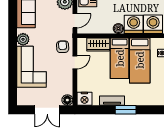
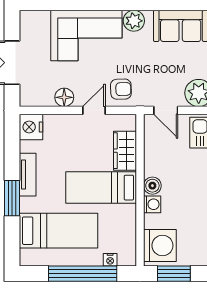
washing machine: (134, 24) -> (152, 204), width x0.53, depth x0.53
bed: (140, 60) -> (59, 231), moved, turned 180
door: (75, 62) -> (94, 110), swing flipped
floor lamp: (67, 100) -> (64, 97), moved

